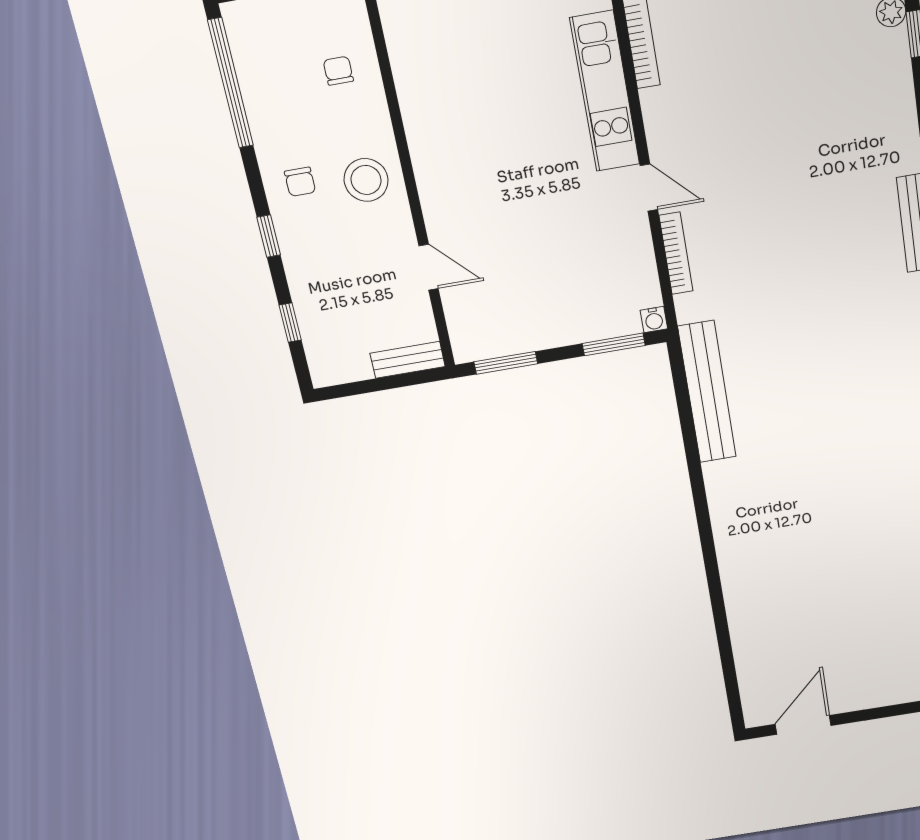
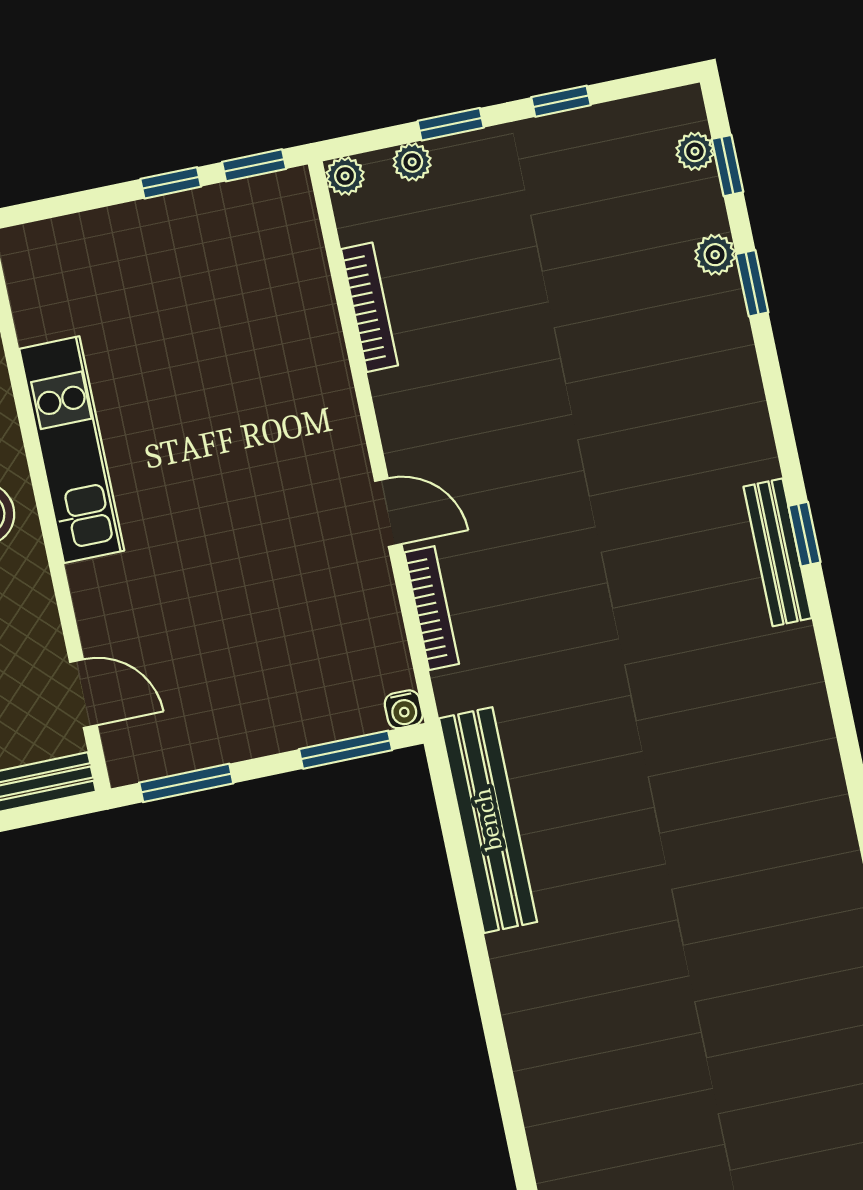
kitchen unit: (605, 92) -> (72, 450), moved, turned 180
door: (429, 267) -> (83, 694), moved

